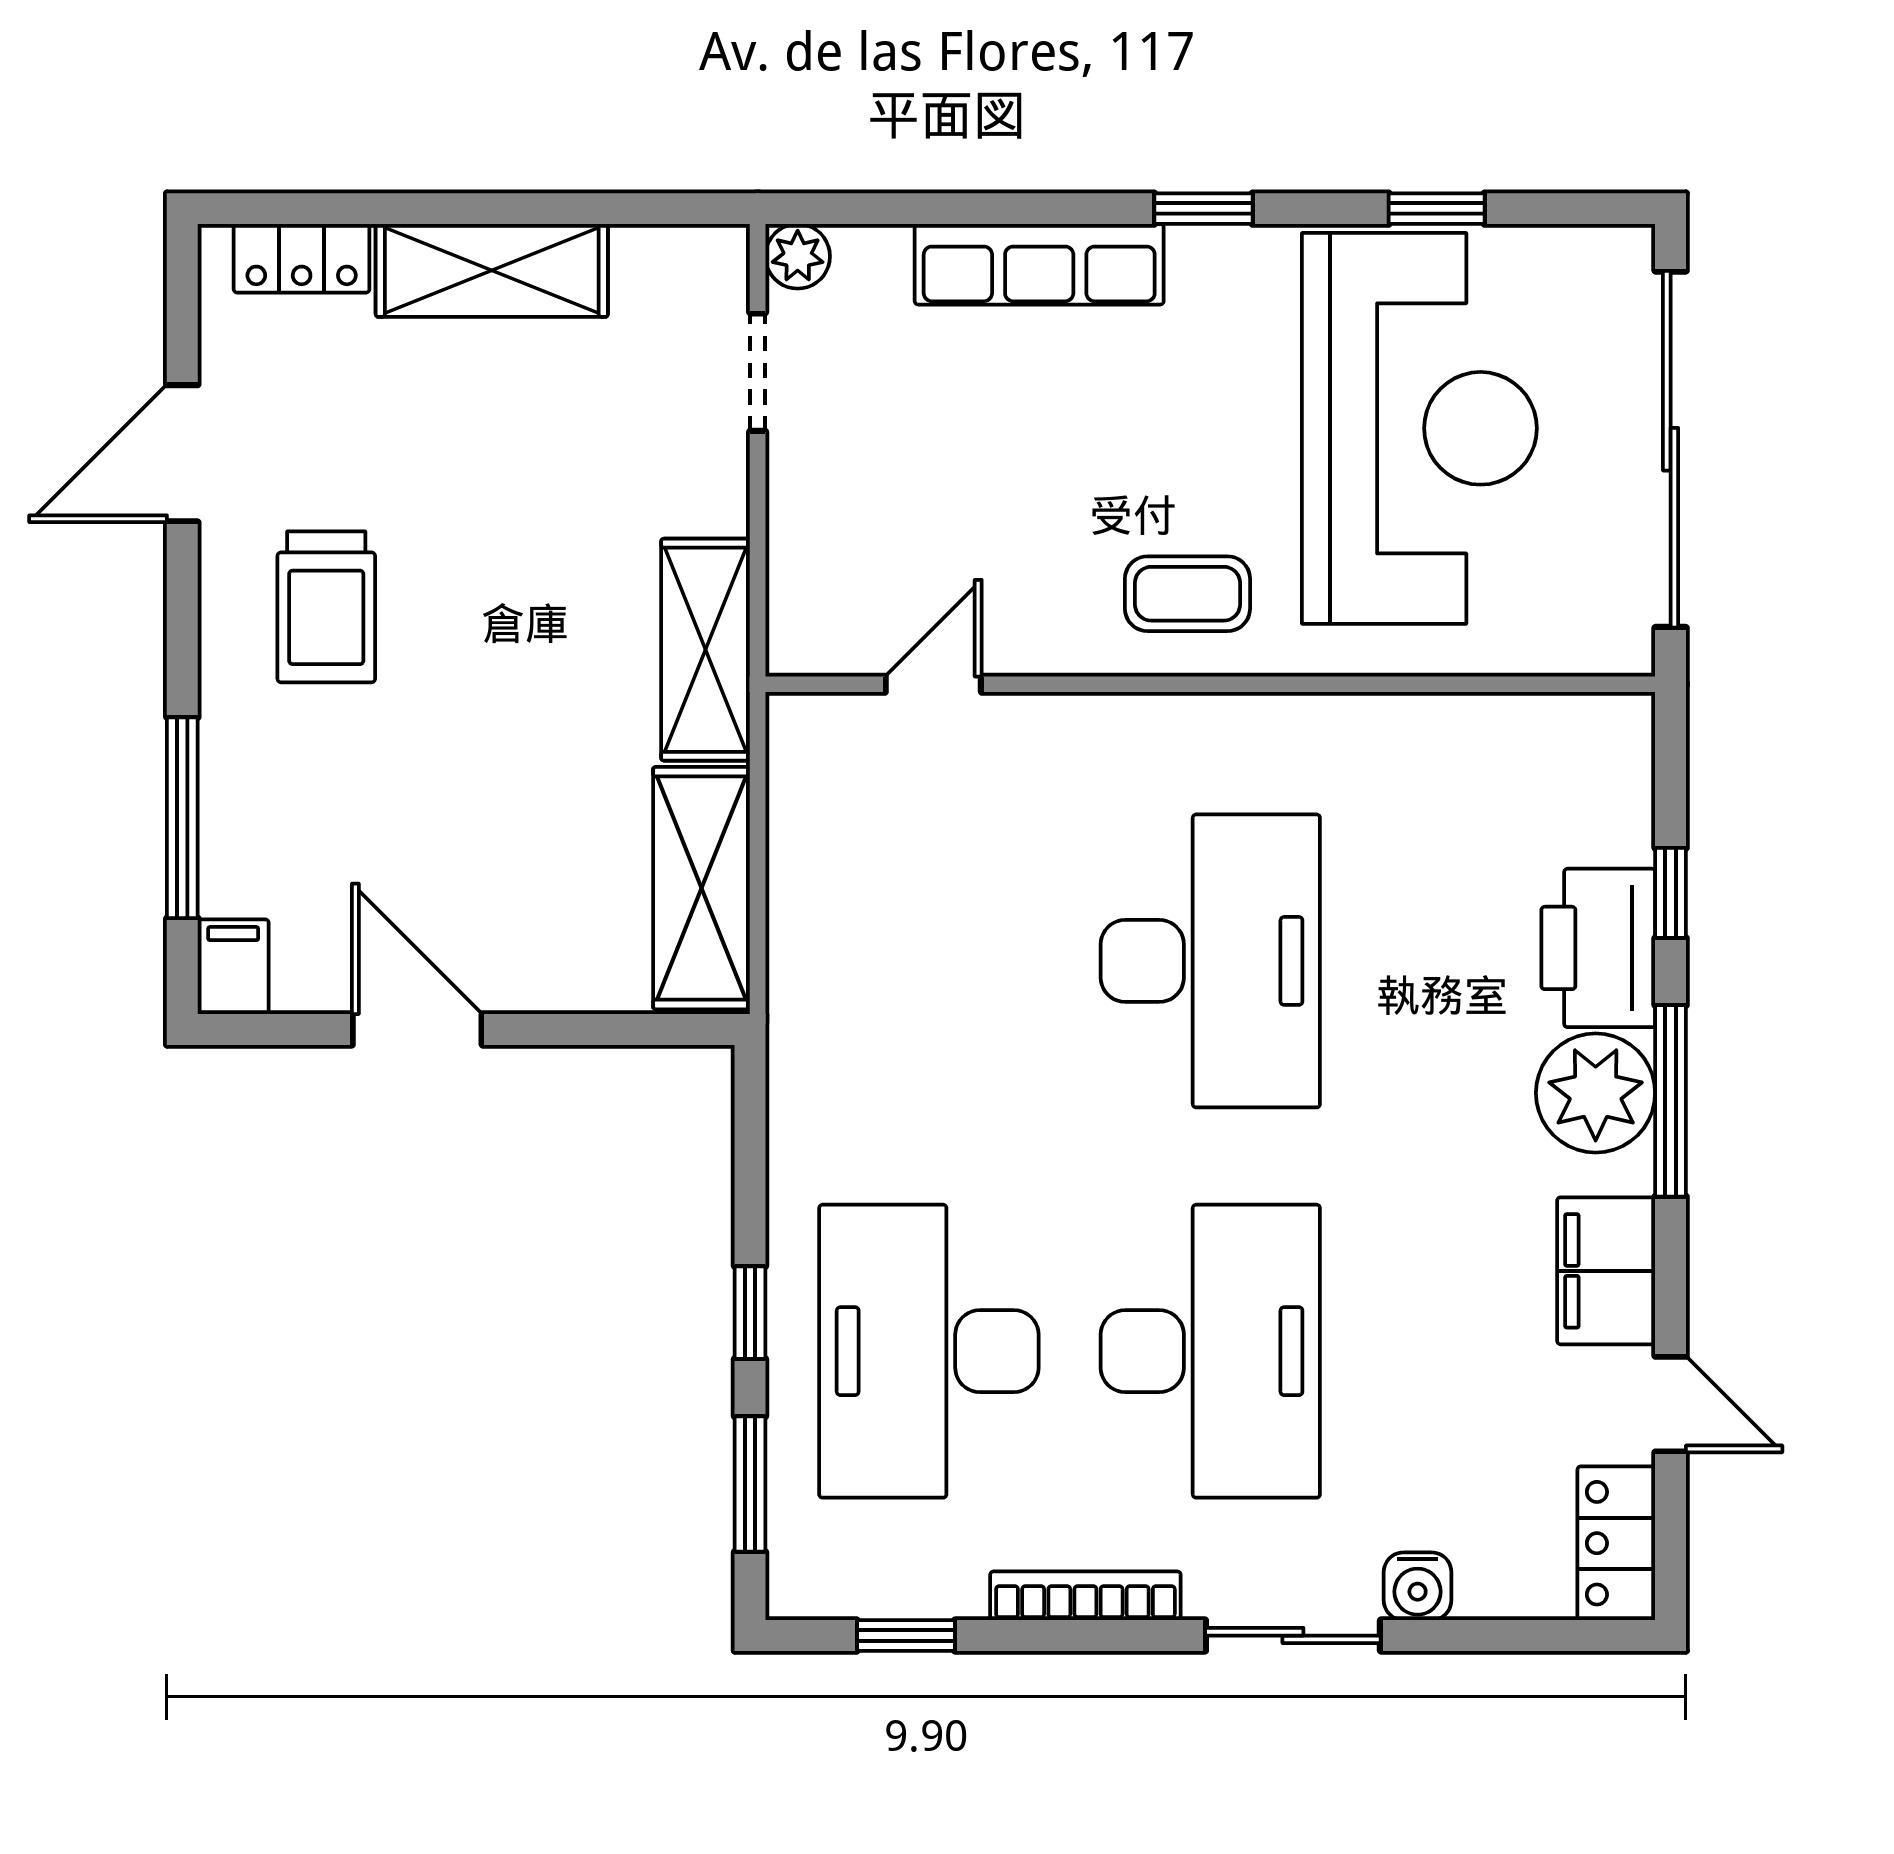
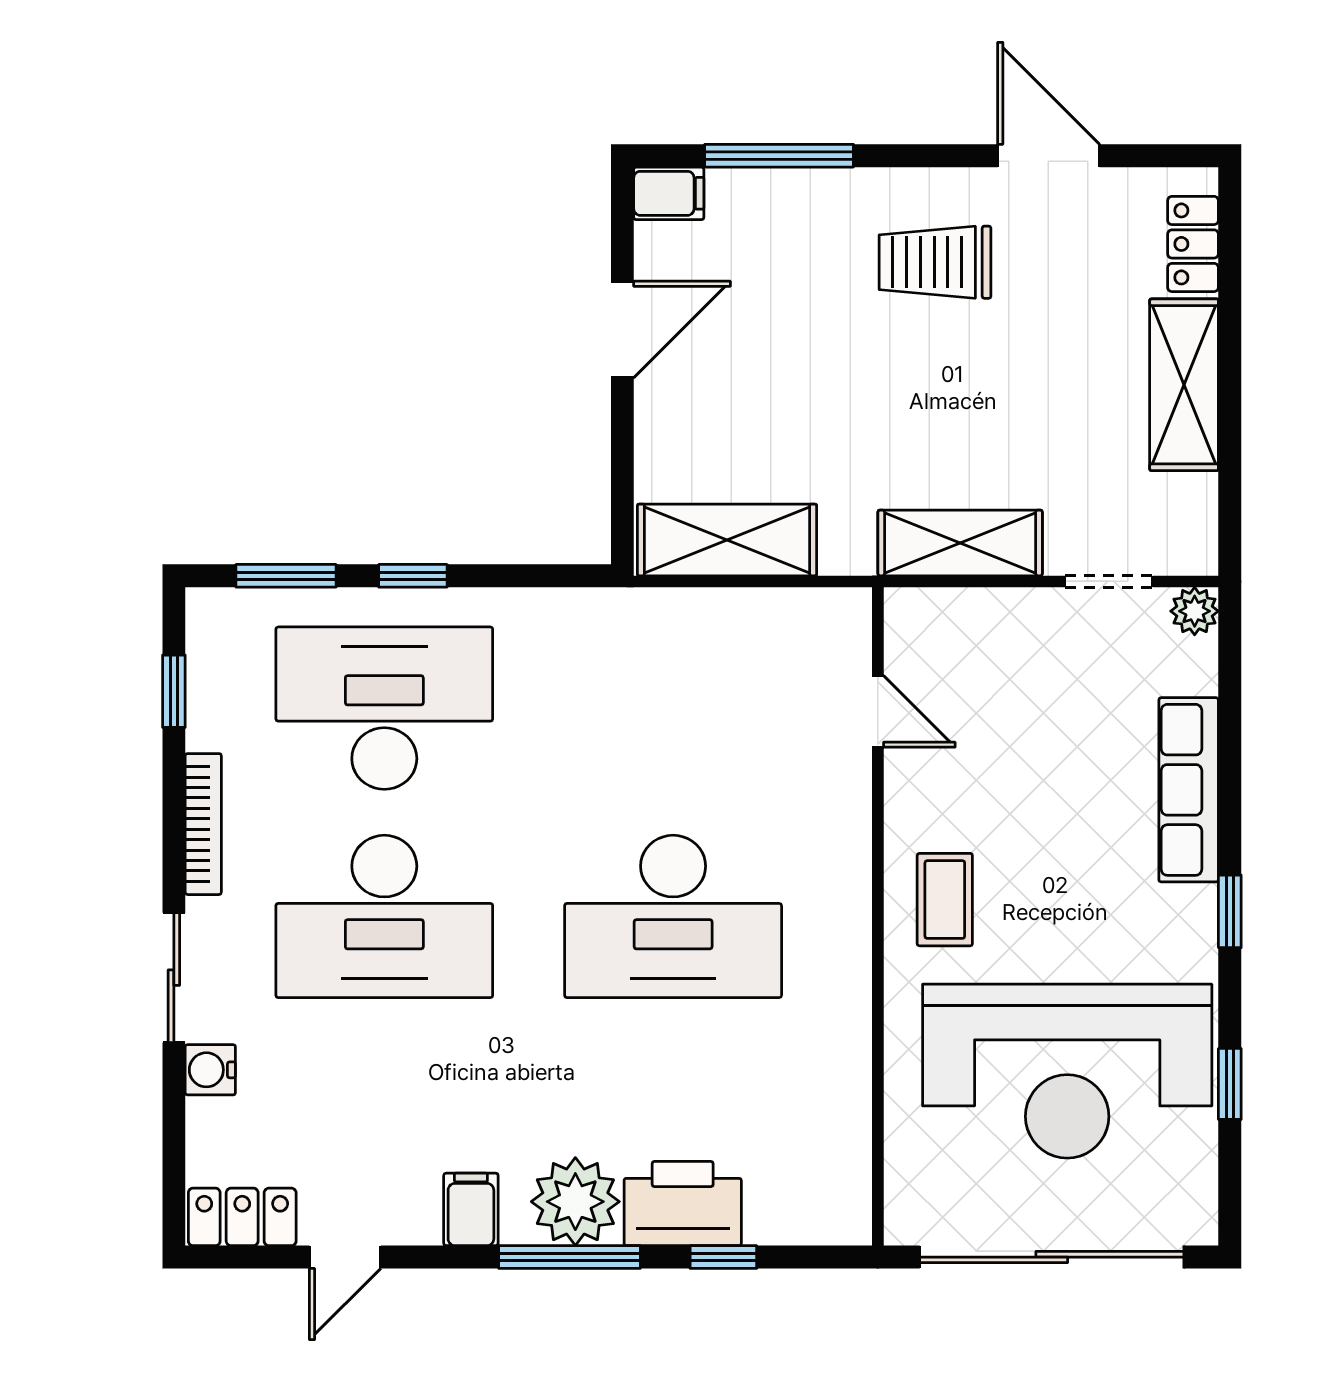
shelving: (706, 650) -> (960, 543), moved
filing cabinet: (1606, 1271) -> (471, 1209), width x0.50

